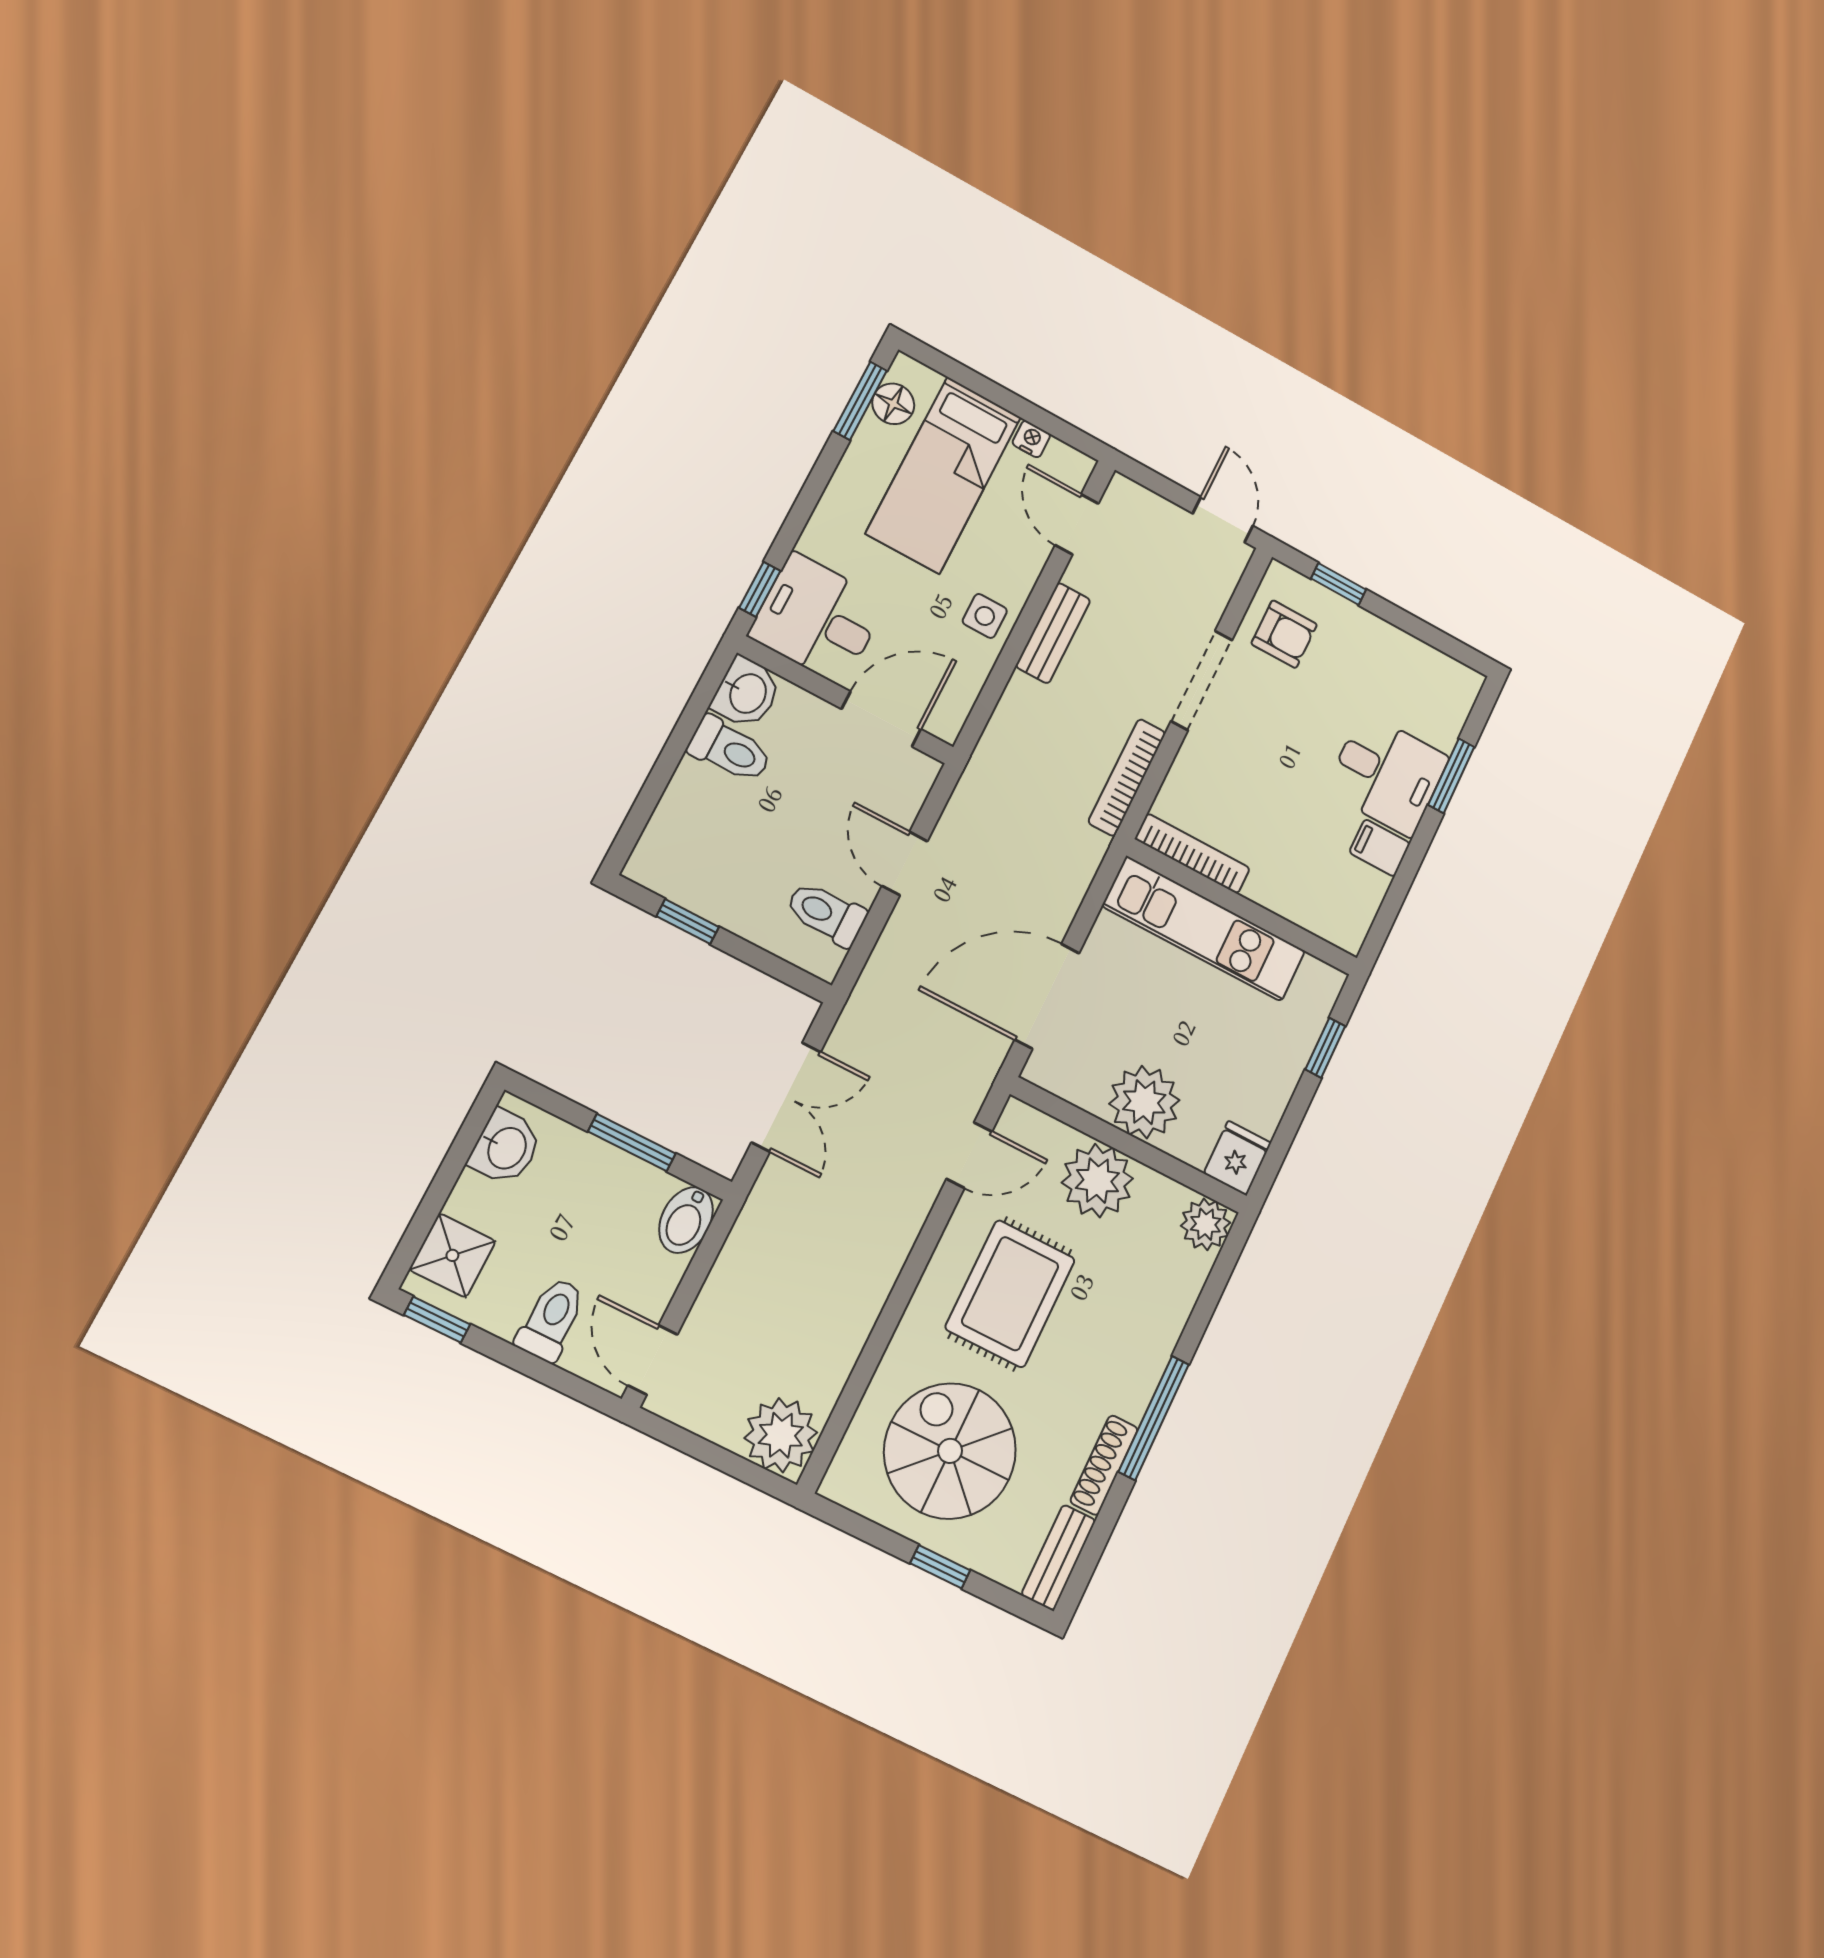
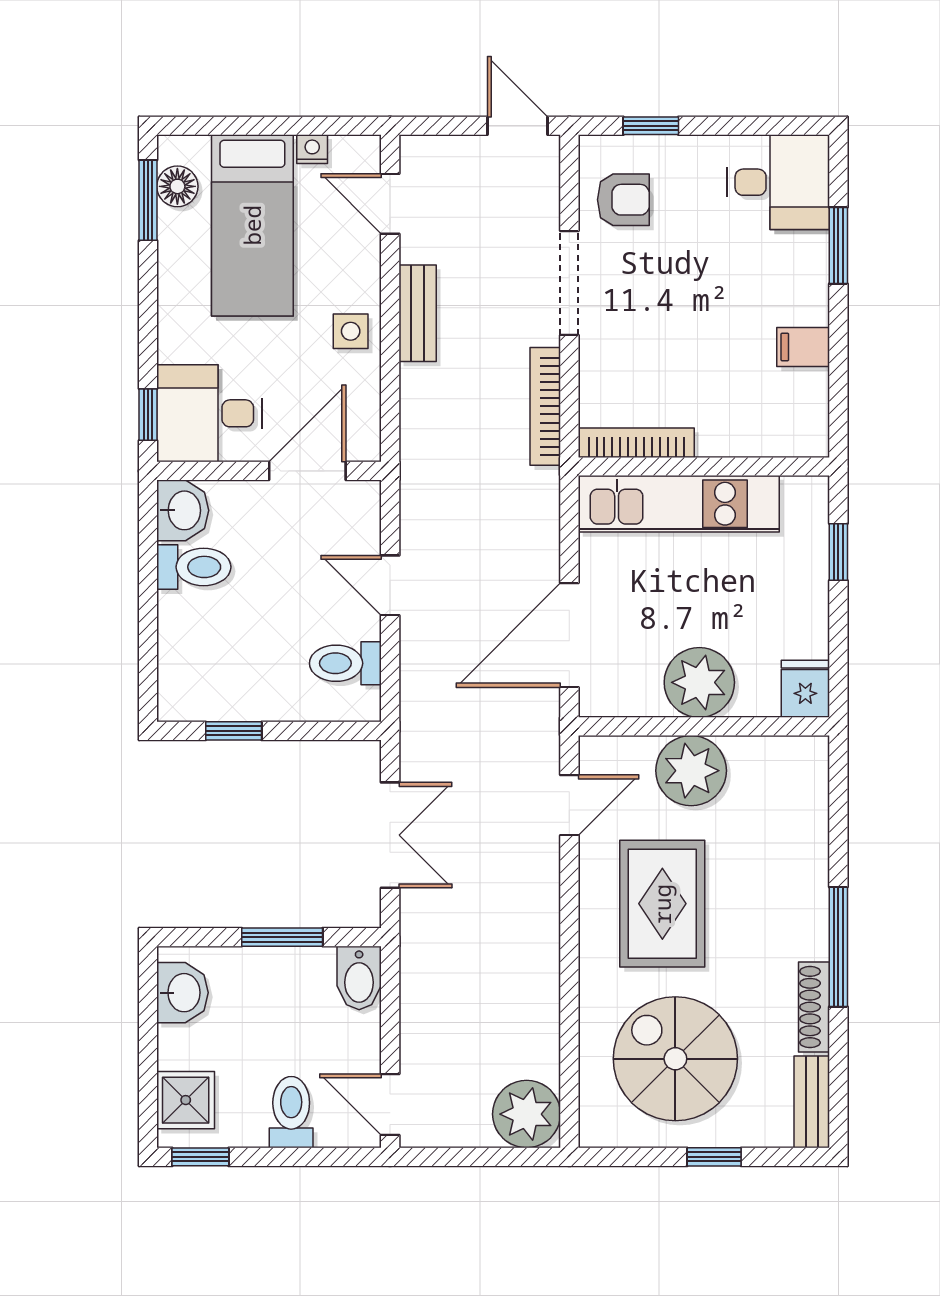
desk: (1387, 774) -> (778, 182), moved
plant: (1206, 1224) -> (805, 760), removed

